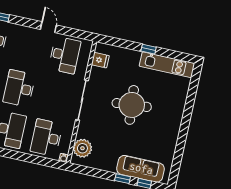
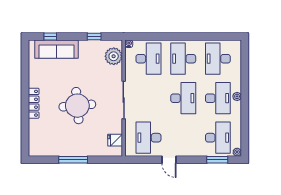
window: (149, 49) -> (73, 160), width x2.17
kitchen unit: (167, 65) -> (53, 149), removed
locker: (177, 117) -> (34, 103), added
window: (123, 179) -> (94, 37), moved

